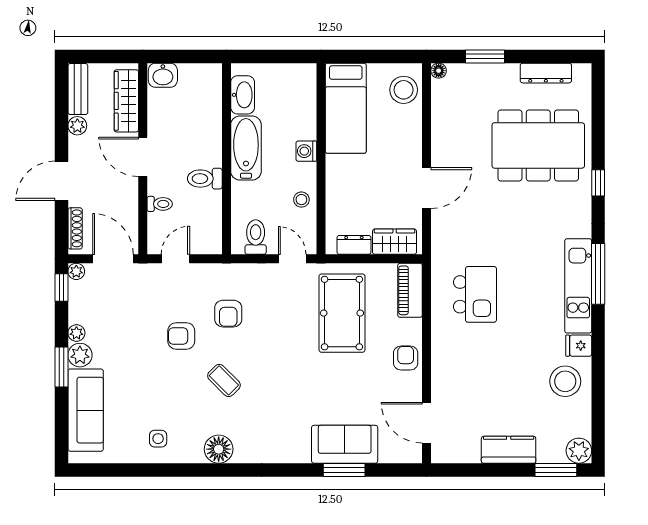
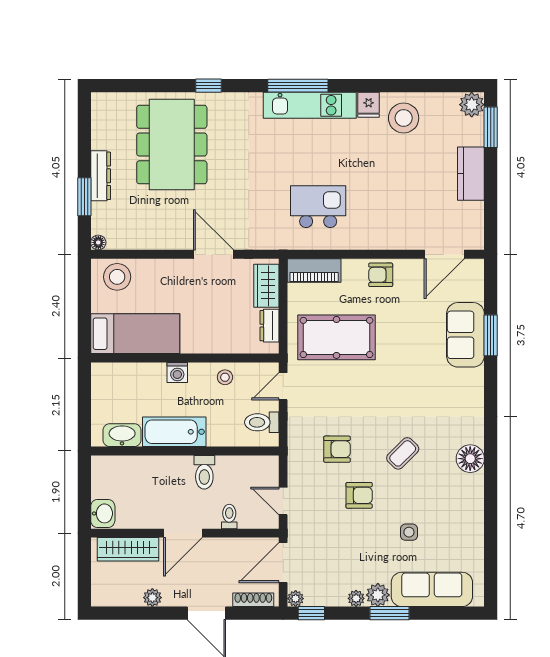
dresser: (546, 73) -> (101, 176), moved
bench: (78, 89) -> (116, 597), removed
armchair: (181, 336) -> (359, 495), turned -90
side table: (158, 439) -> (409, 532), moved

